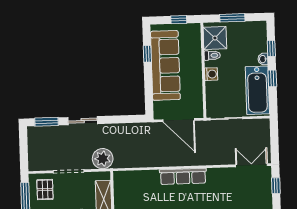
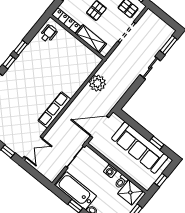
plant: (103, 159) -> (97, 83), moved
row of seats: (183, 176) -> (54, 110), moved

